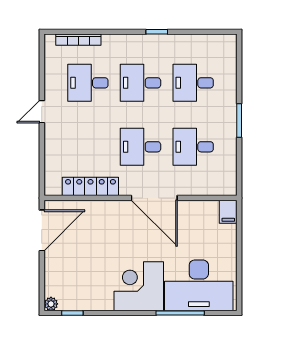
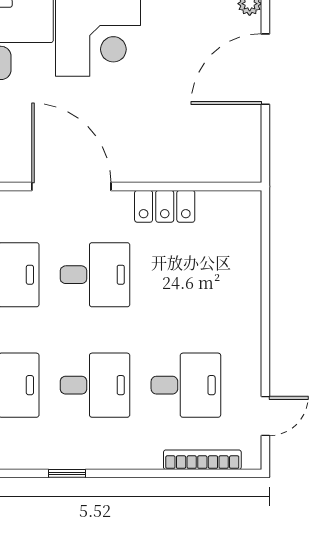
door: (42, 112) -> (265, 416), moved
locker: (90, 186) -> (165, 206), width x0.66
door: (42, 230) -> (265, 69), moved

